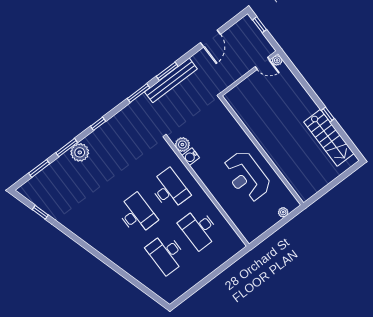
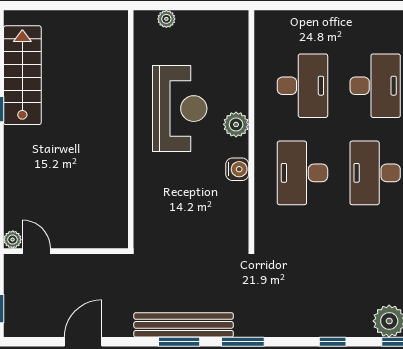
plant: (182, 145) -> (236, 124), moved
water cooler: (191, 157) -> (237, 169), moved

